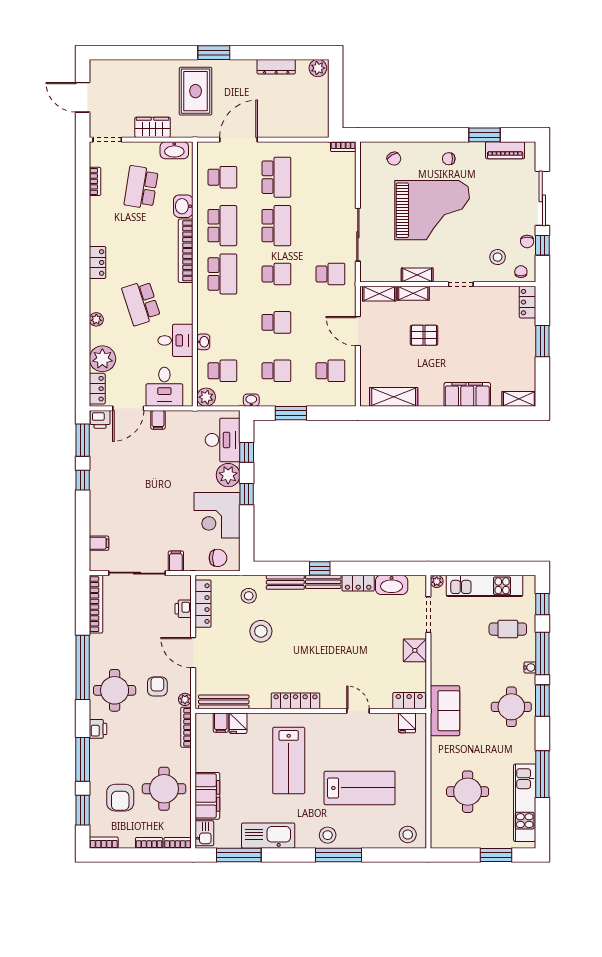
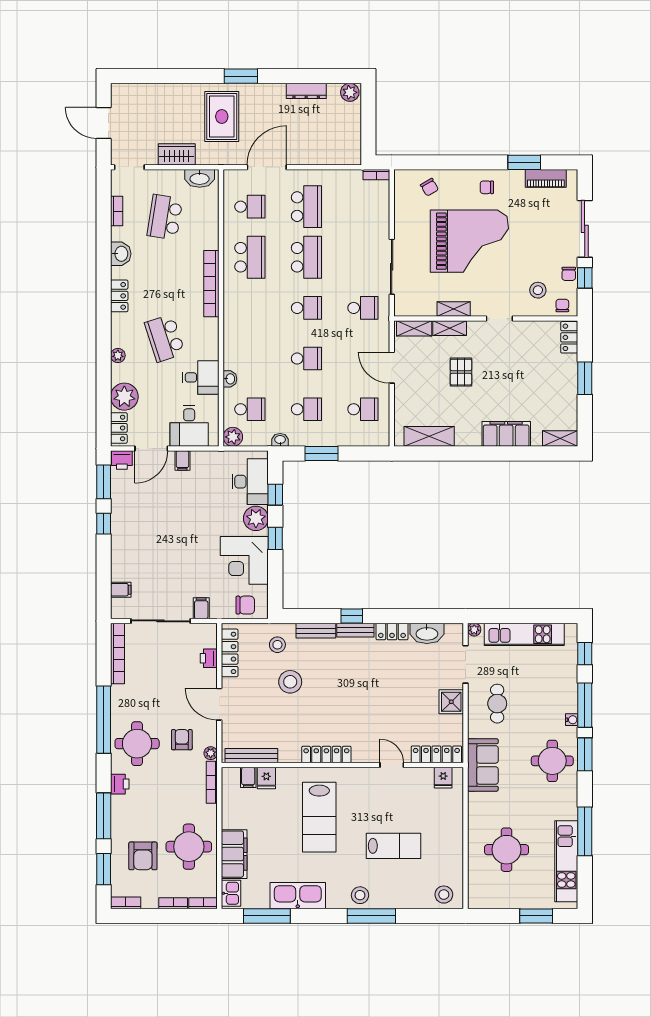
washbasin: (183, 206) -> (121, 254), moved, turned 180
school desk: (222, 274) -> (250, 308), removed
pallet: (424, 335) -> (461, 372), turned 90
cafe table: (508, 629) -> (497, 704), moved, turned 90
locker: (409, 701) -> (436, 754), width x1.53
lab bench: (360, 788) -> (393, 846), width x0.73, depth x0.72

